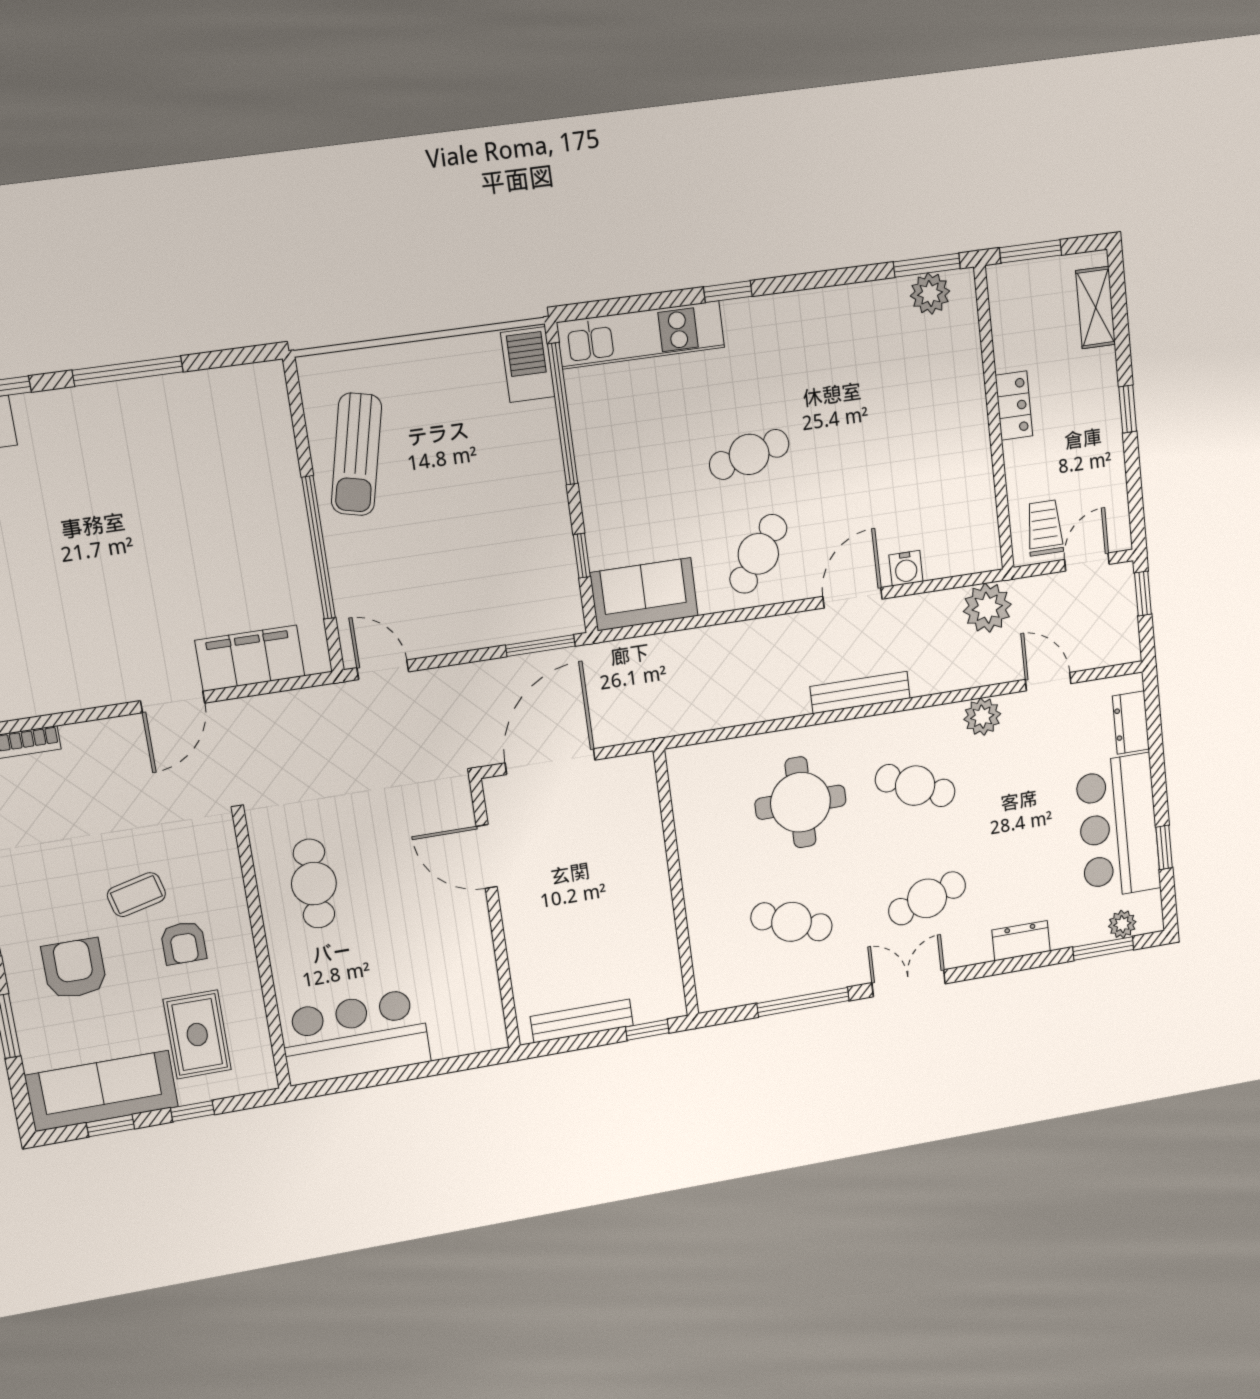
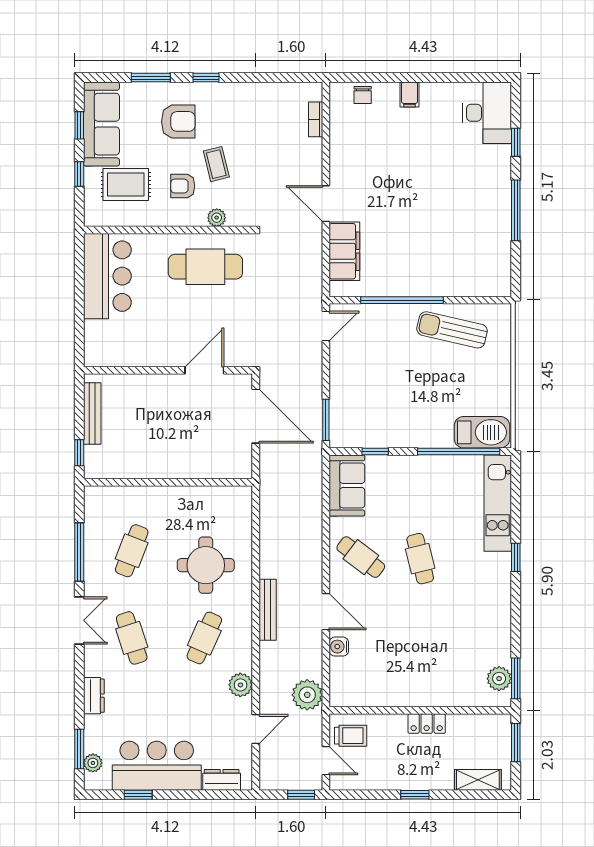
barbecue: (528, 365) -> (482, 432), width x1.37, depth x1.21
plant: (228, 879) -> (217, 218), added
cafe table: (314, 884) -> (205, 267), width x1.37, depth x1.35

